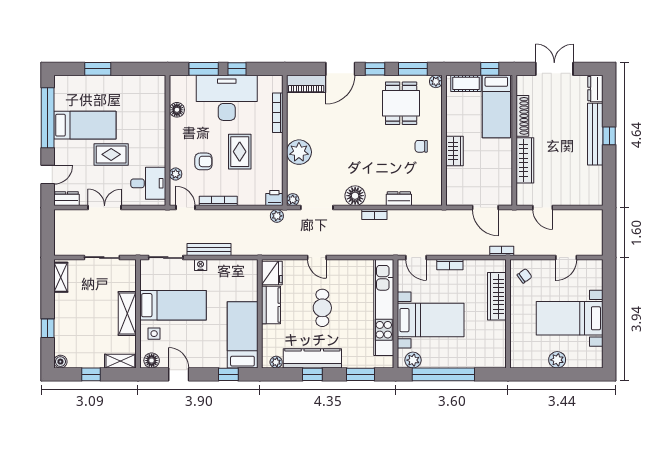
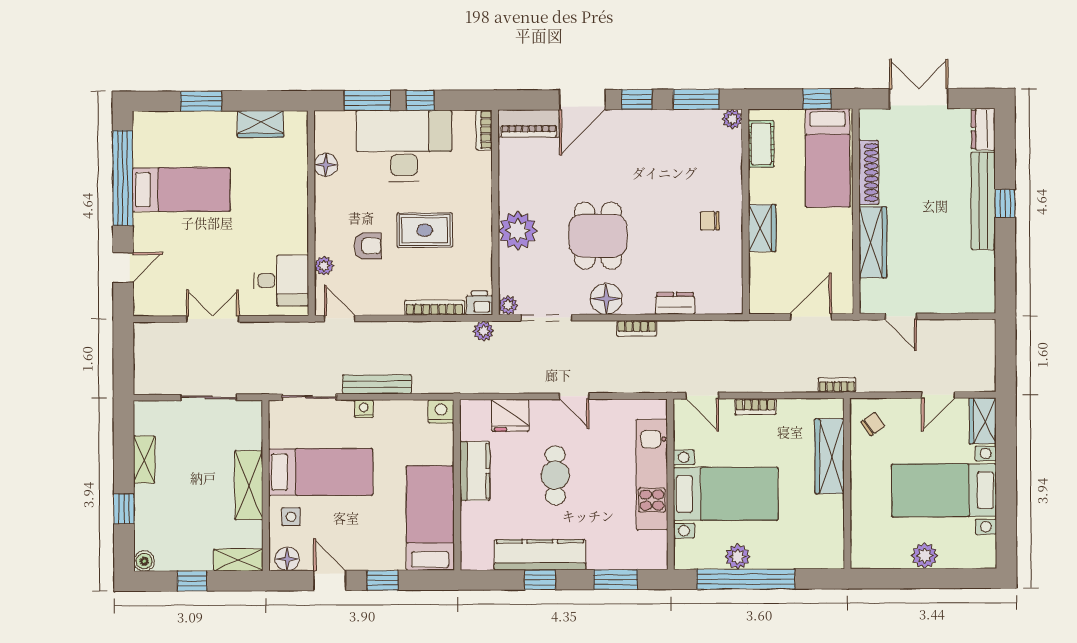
cot: (466, 83) -> (761, 144), moved, turned 90
wardrobe: (135, 84) -> (261, 124), added
dining table: (401, 103) -> (598, 236), moved
bookcase: (278, 113) -> (484, 130), moved, width x0.64
rug: (240, 152) -> (425, 230), turned 90
rug: (111, 154) -> (223, 235), removed
dresser: (67, 199) -> (153, 305), removed
bookcase: (218, 201) -> (434, 308), moved
door: (485, 208) -> (811, 317), swing flipped
door: (317, 258) -> (574, 396), moved
nightstand: (250, 267) -> (441, 411), added
fridge: (272, 273) -> (510, 415), moved, turned 90
wardrobe: (594, 274) -> (983, 421), added
shelving: (61, 277) -> (144, 459), moved
kitchen unit: (384, 308) -> (652, 475), width x0.73
plant: (413, 360) -> (738, 557), moved
plant: (276, 362) -> (483, 561), removed
window: (228, 374) -> (383, 580), moved

